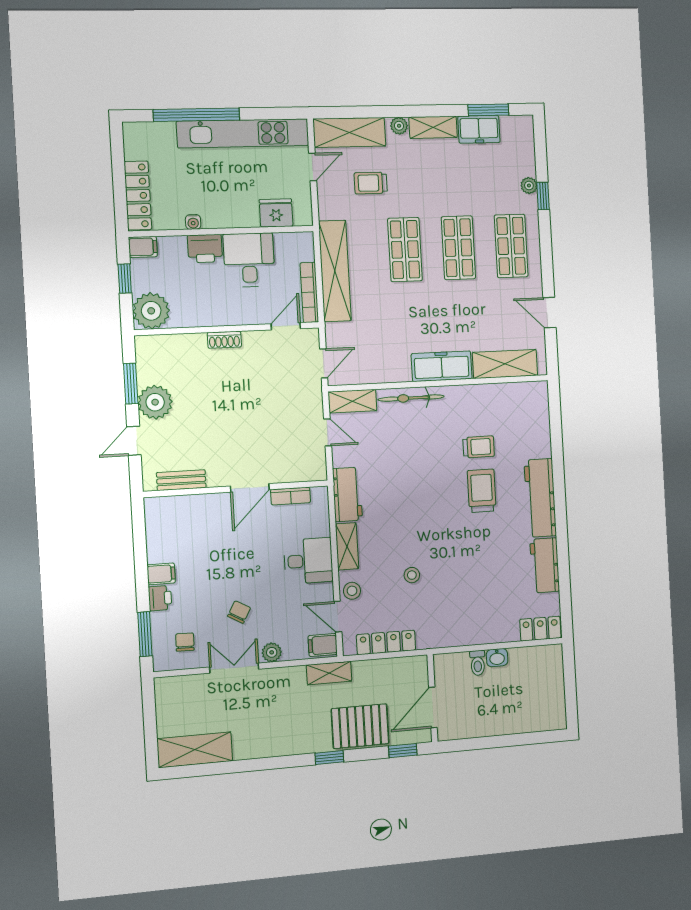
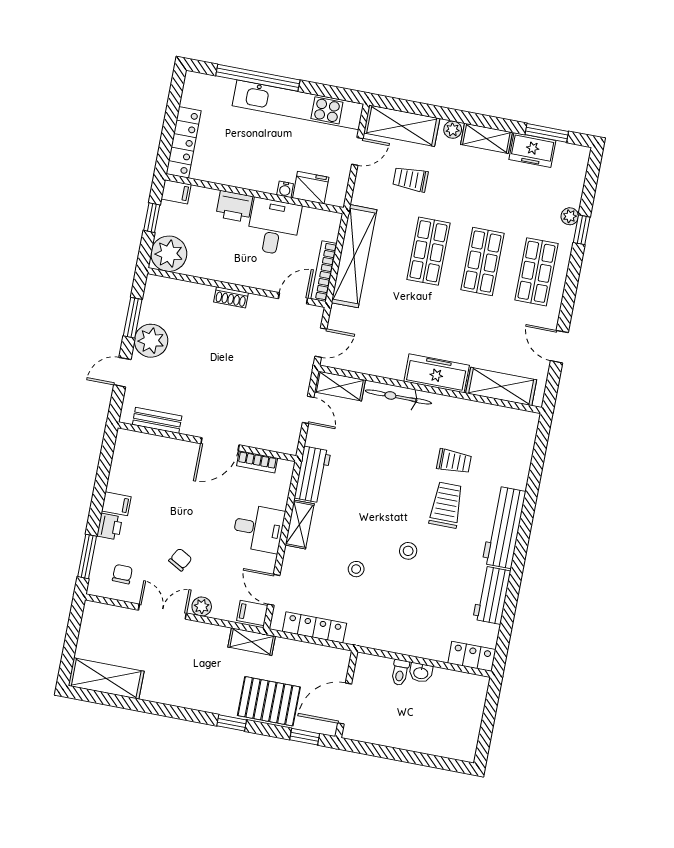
water cooler: (193, 222) -> (285, 189), moved
stool: (352, 591) -> (408, 551), moved

